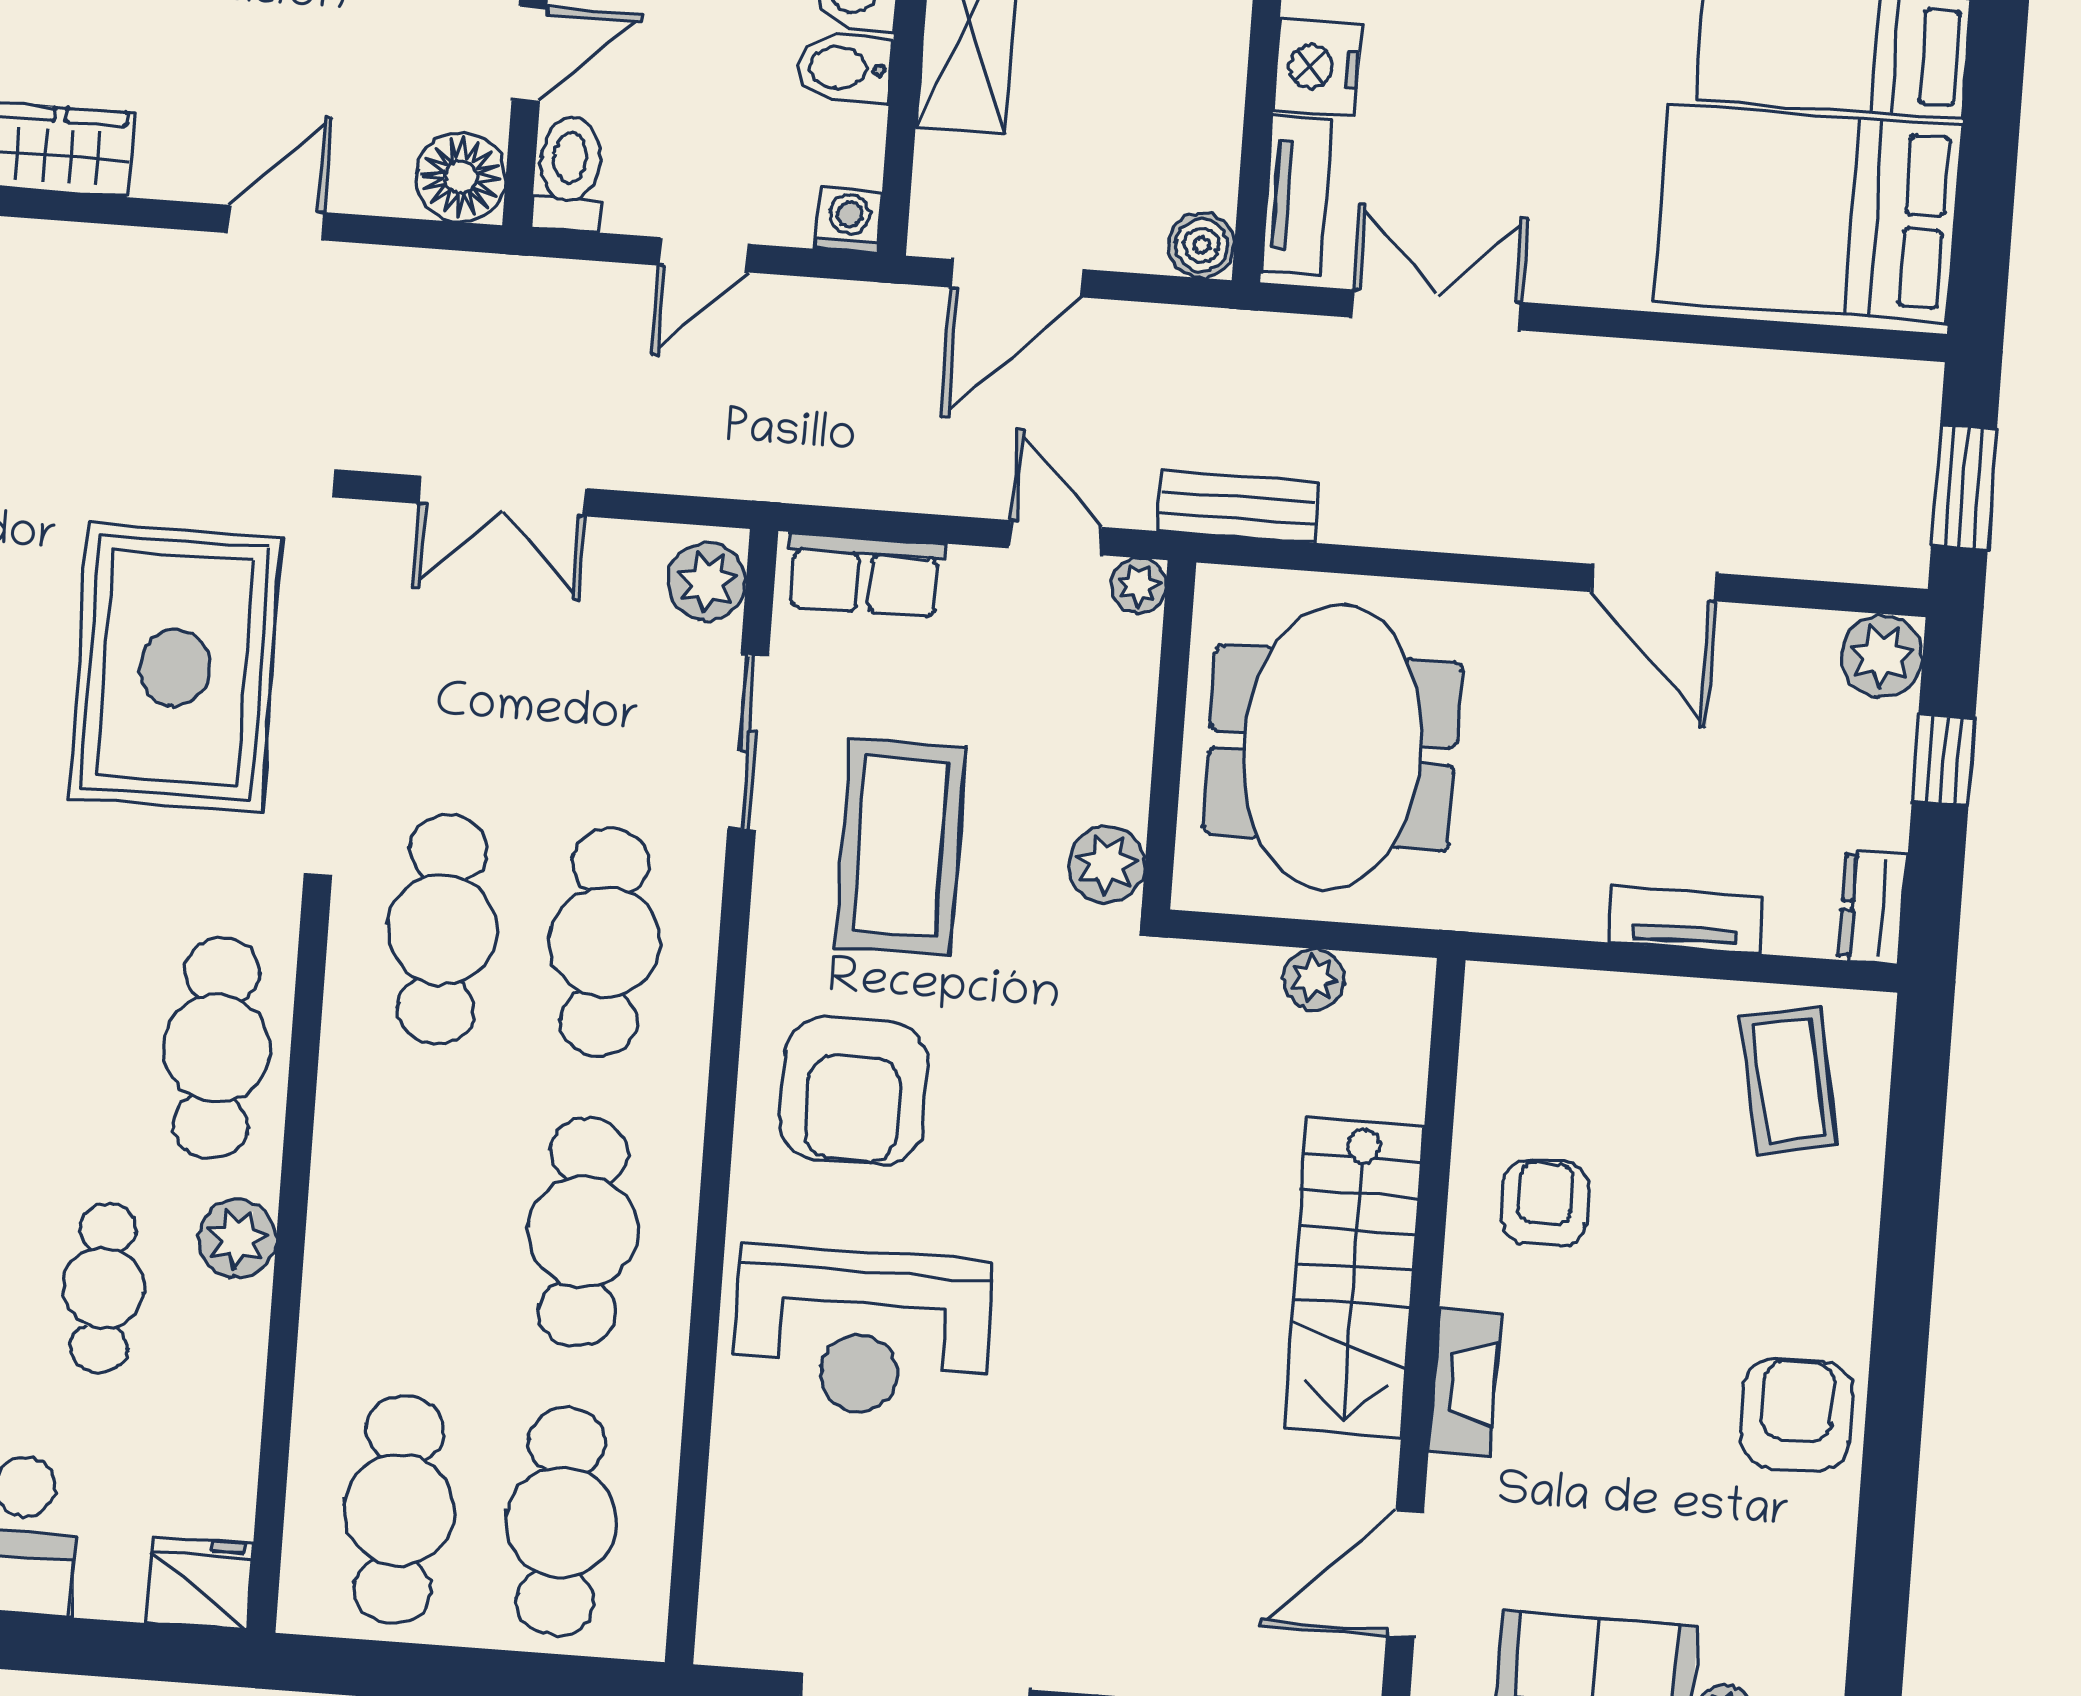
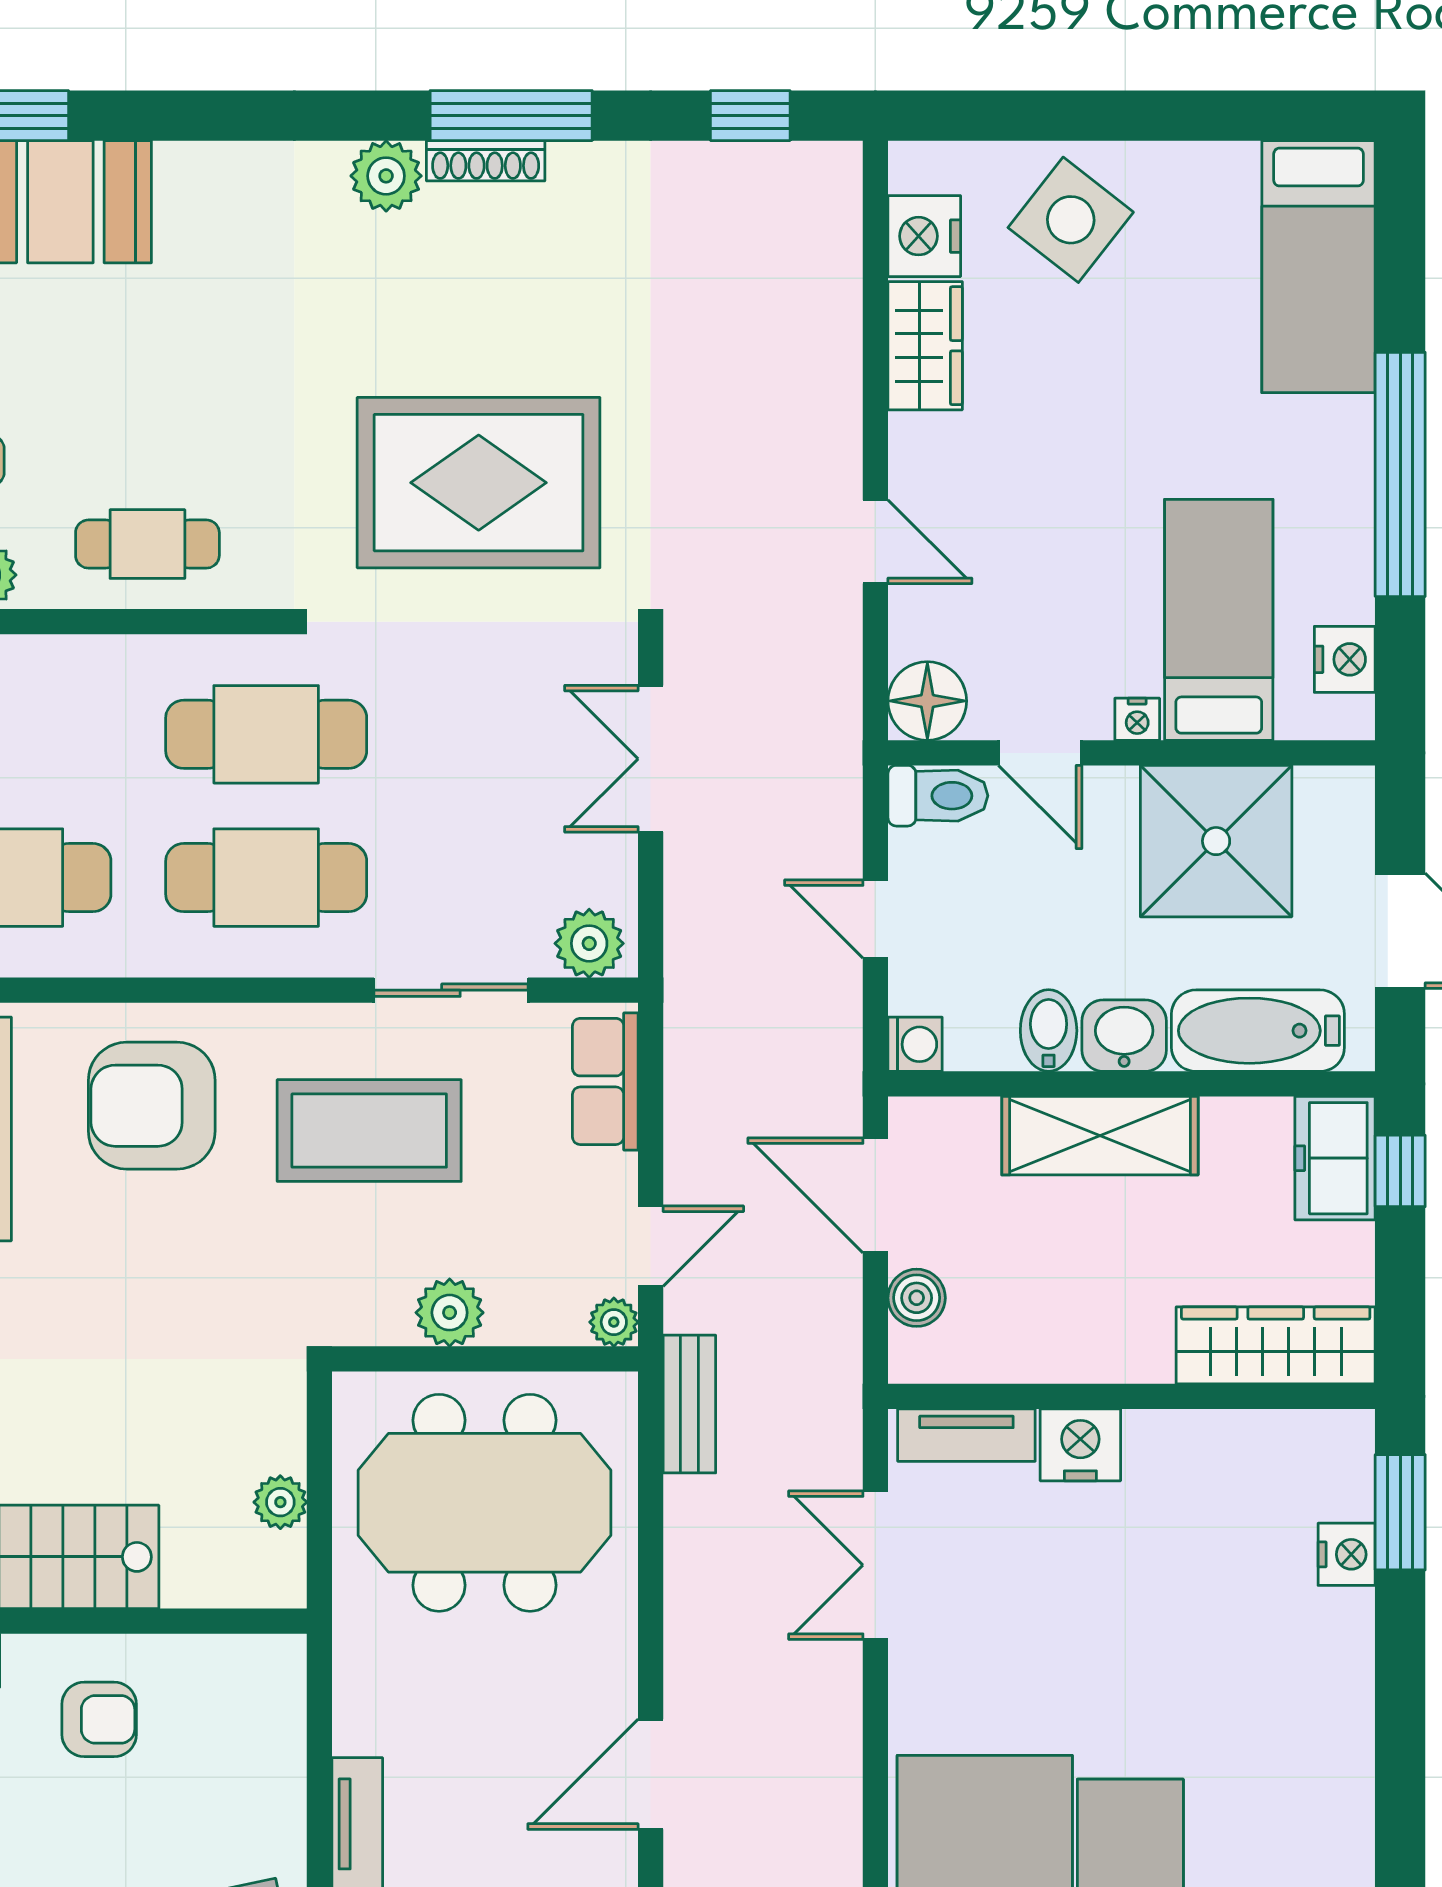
boiler: (1202, 245) -> (917, 1298), moved
double door: (1436, 310) -> (875, 1565), swing flipped
plant: (1106, 864) -> (450, 1313), moved
cafe table: (217, 1048) -> (147, 544), width x0.73, depth x0.74

